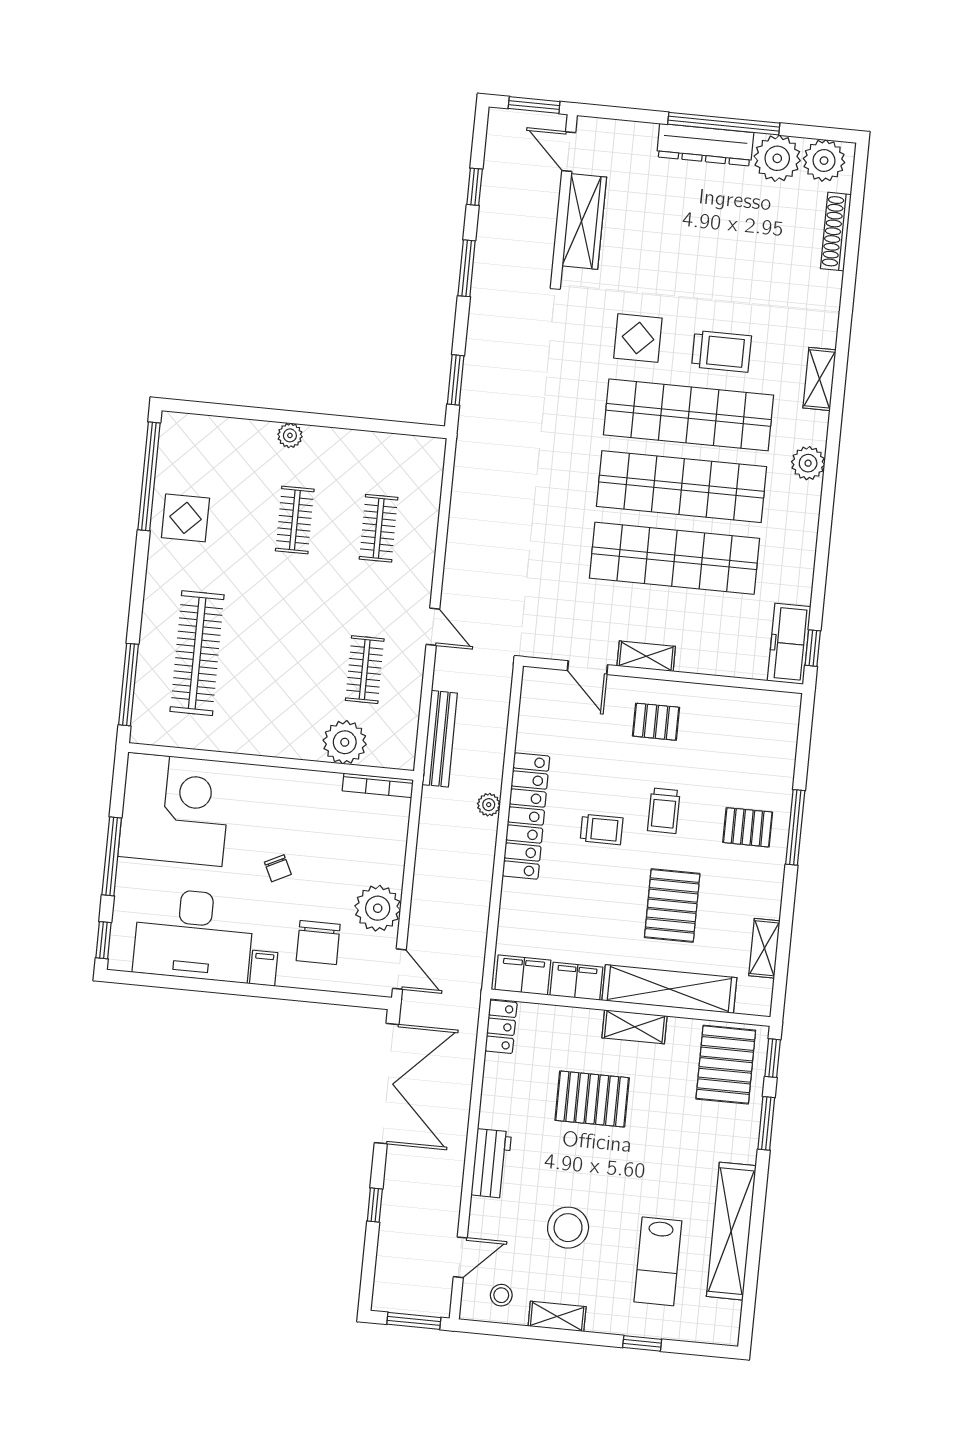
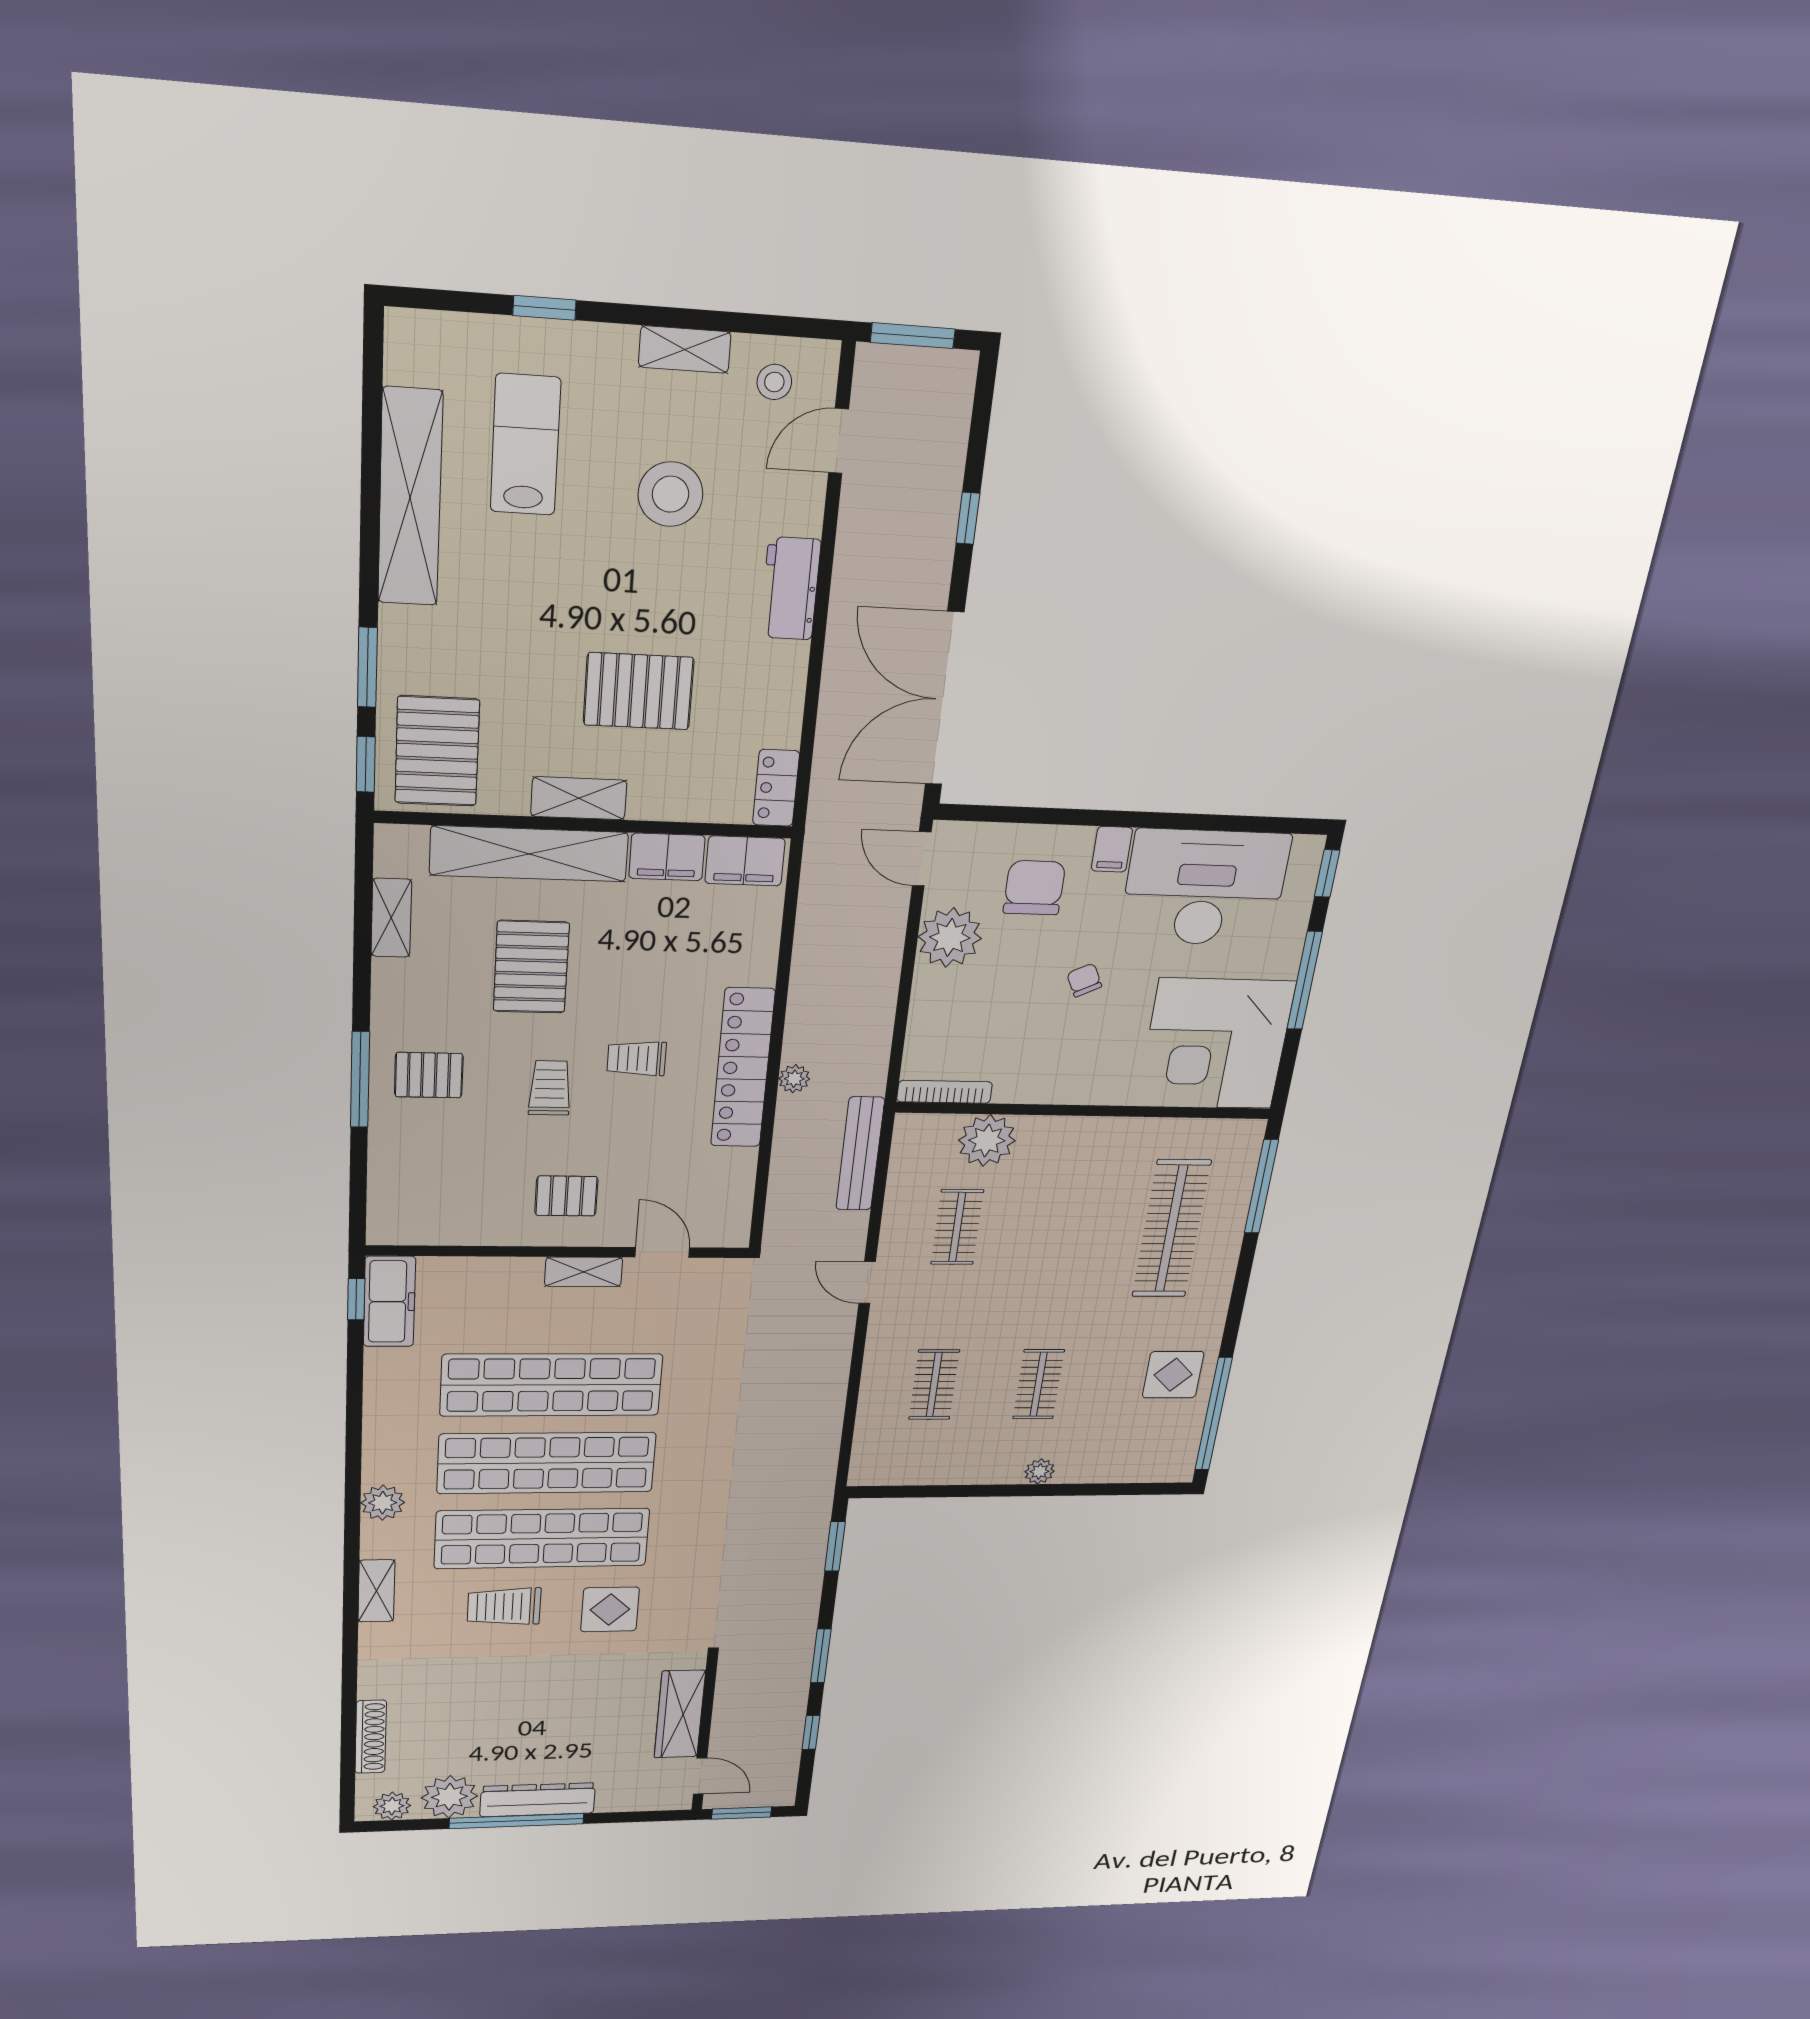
plant: (824, 161) -> (392, 1806), width x0.73, depth x0.73

